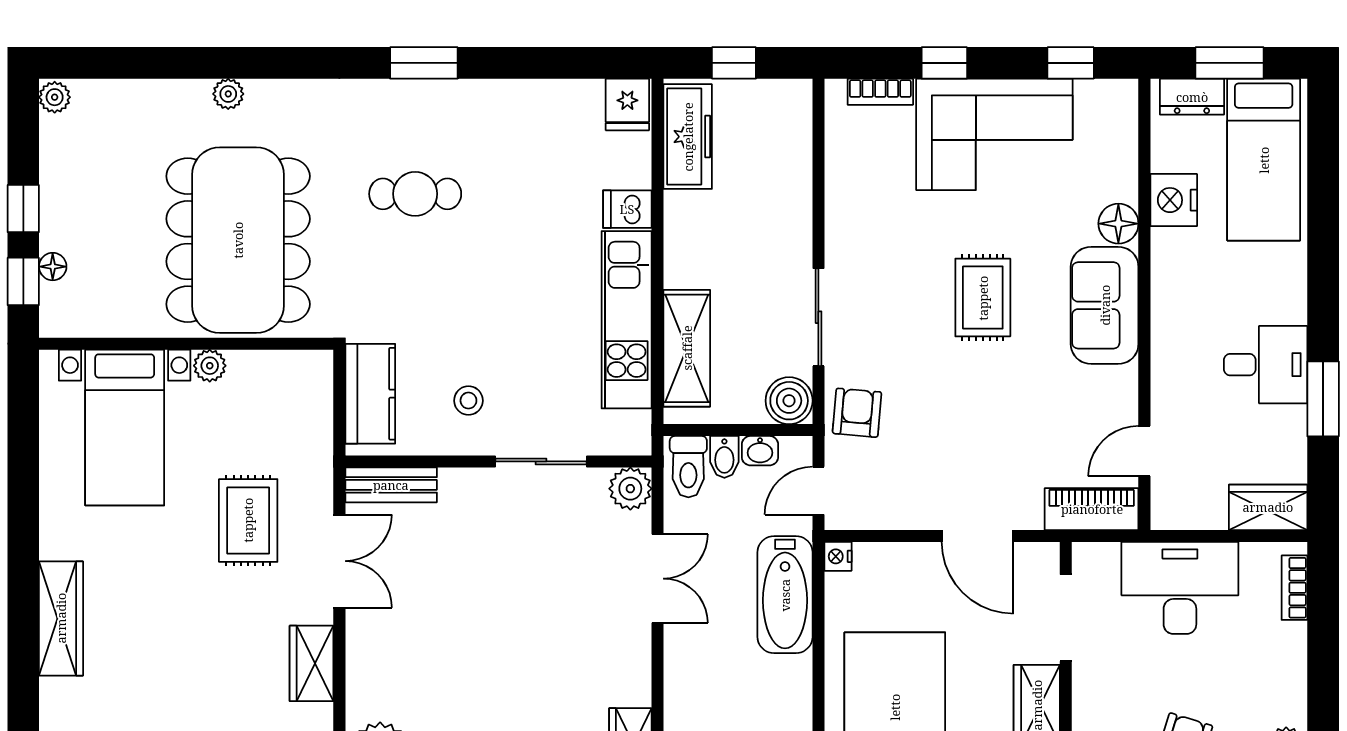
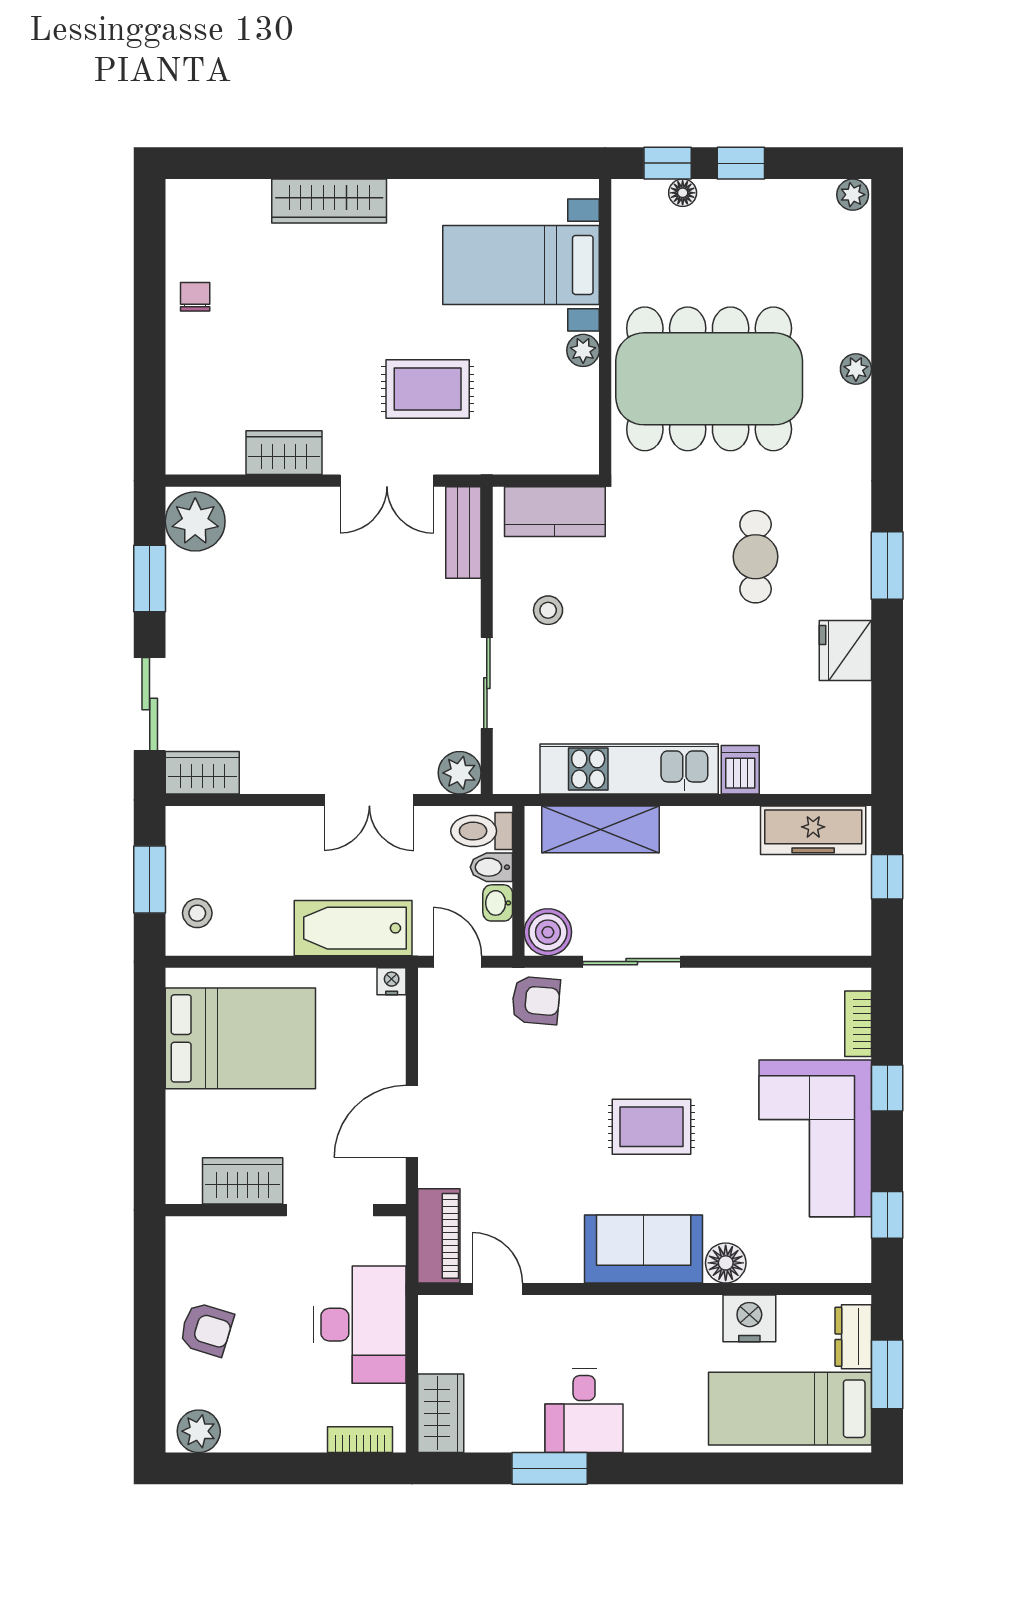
fridge: (627, 104) -> (845, 651), moved, width x1.38

